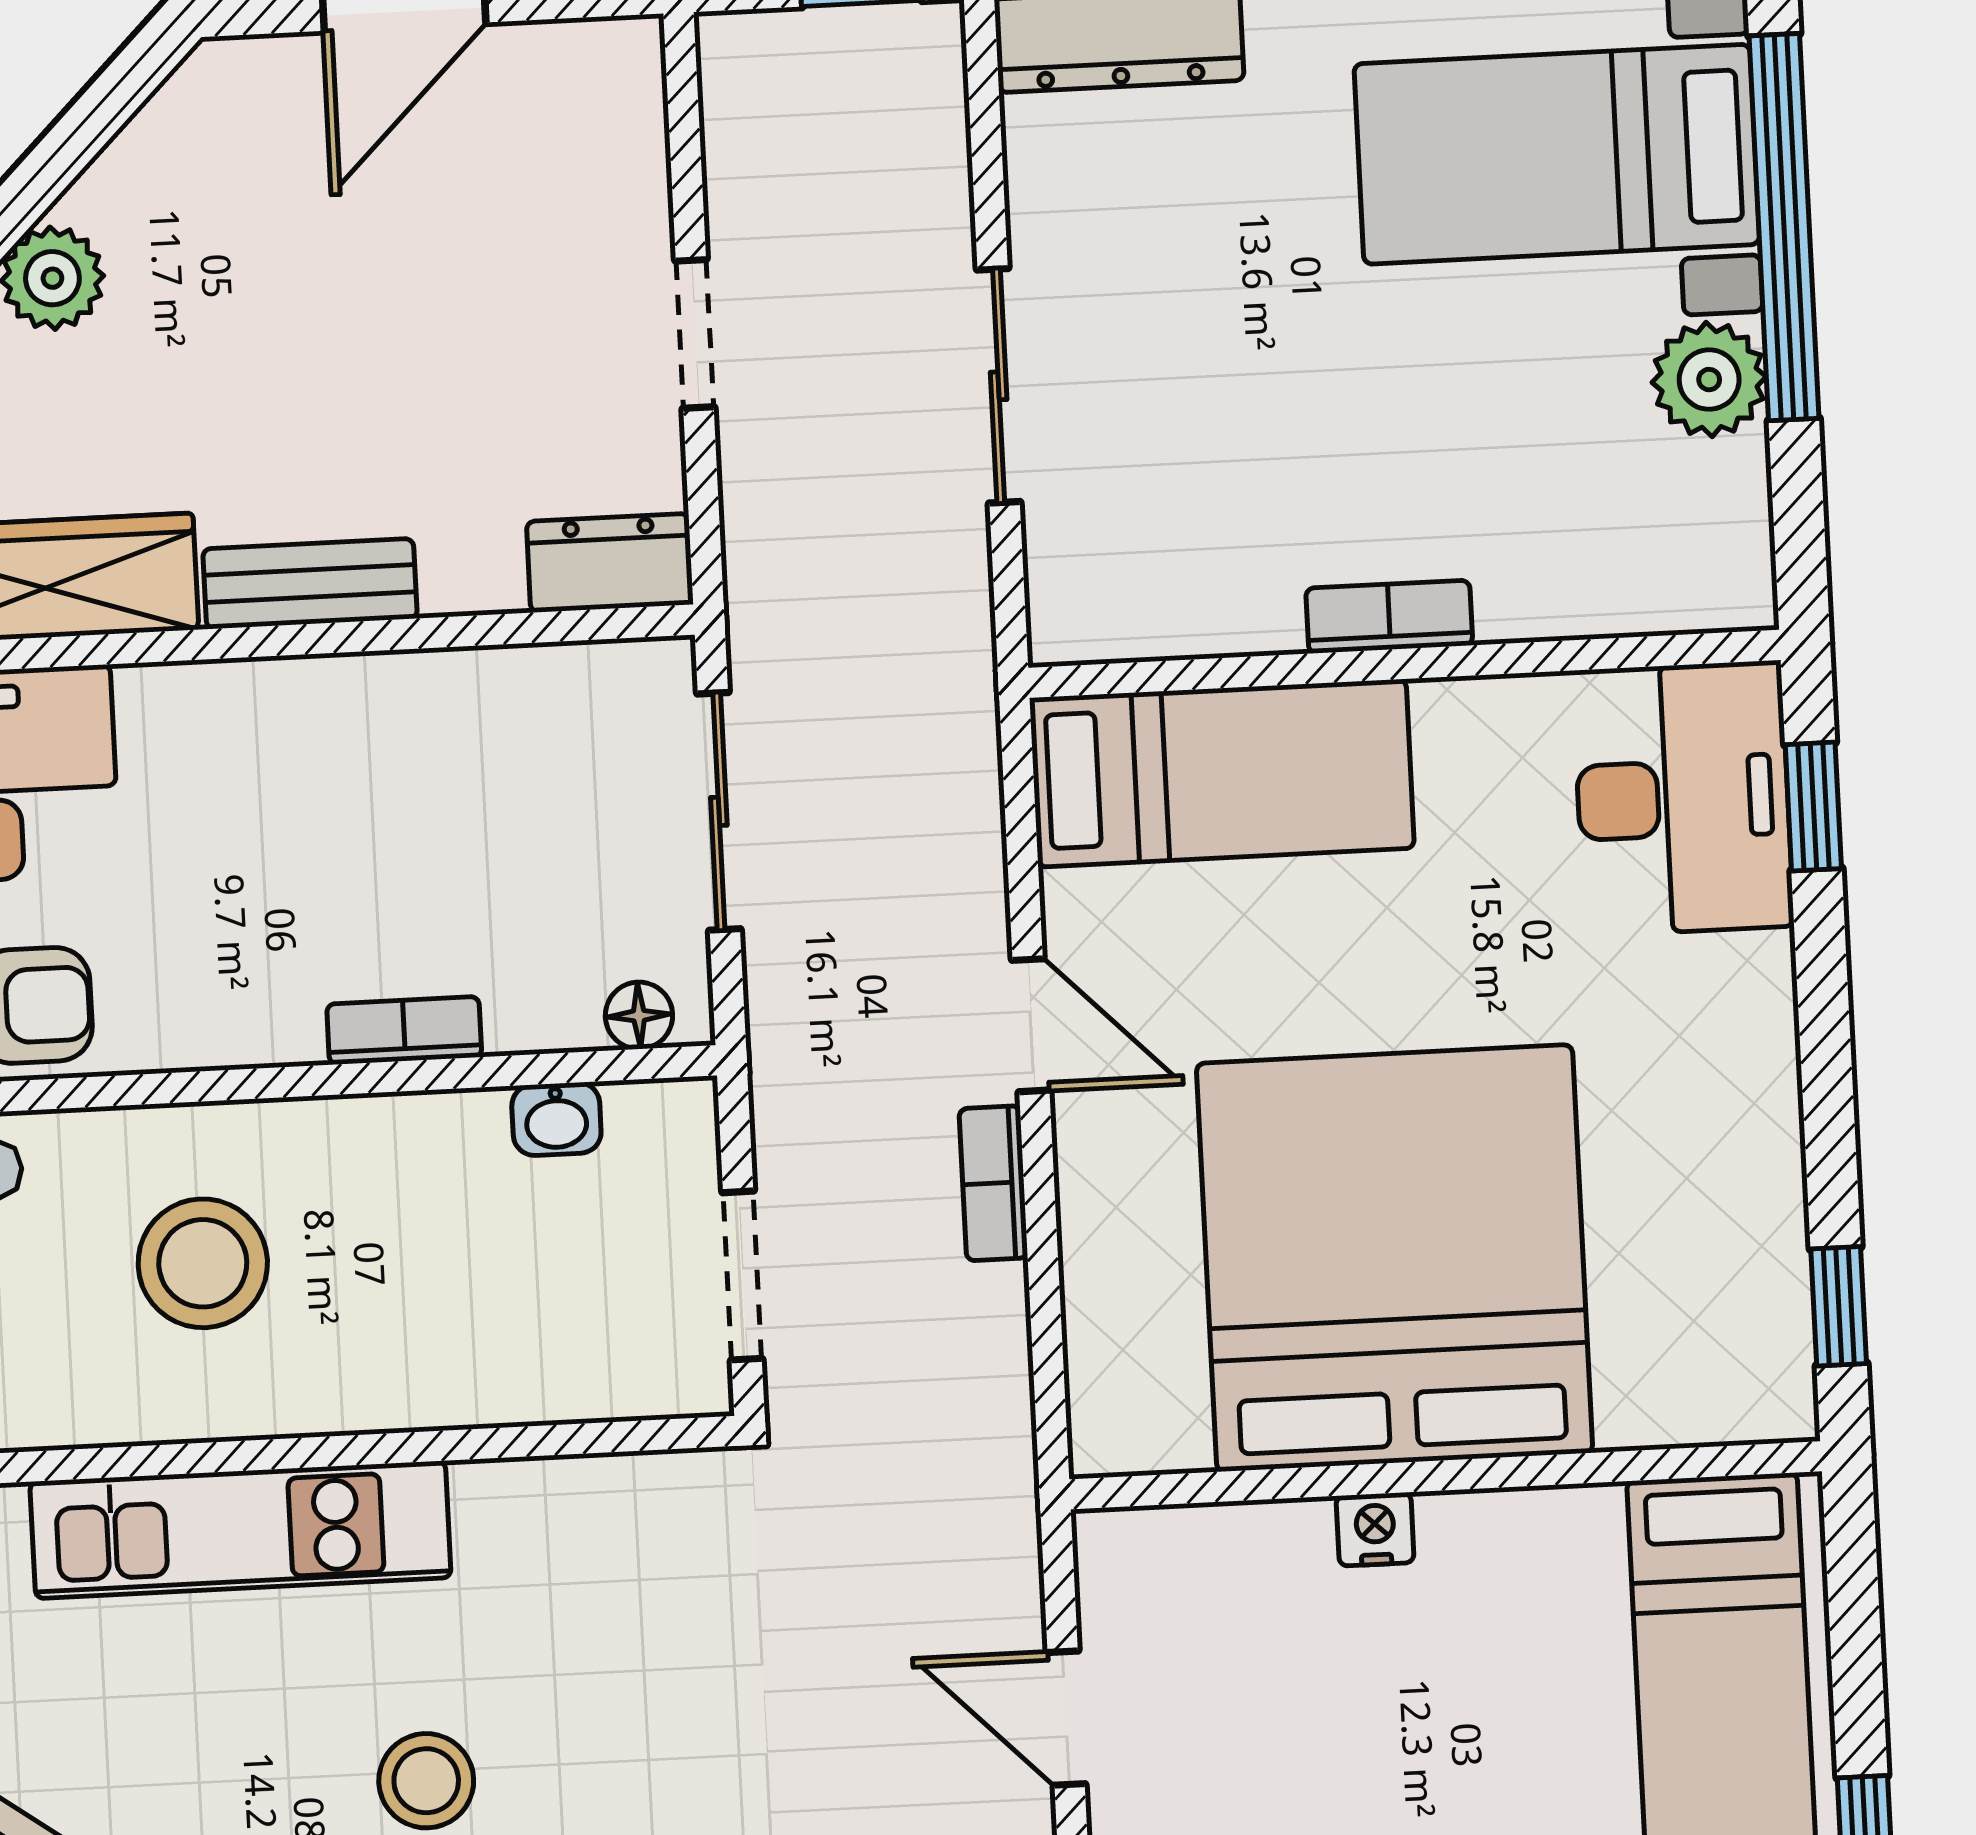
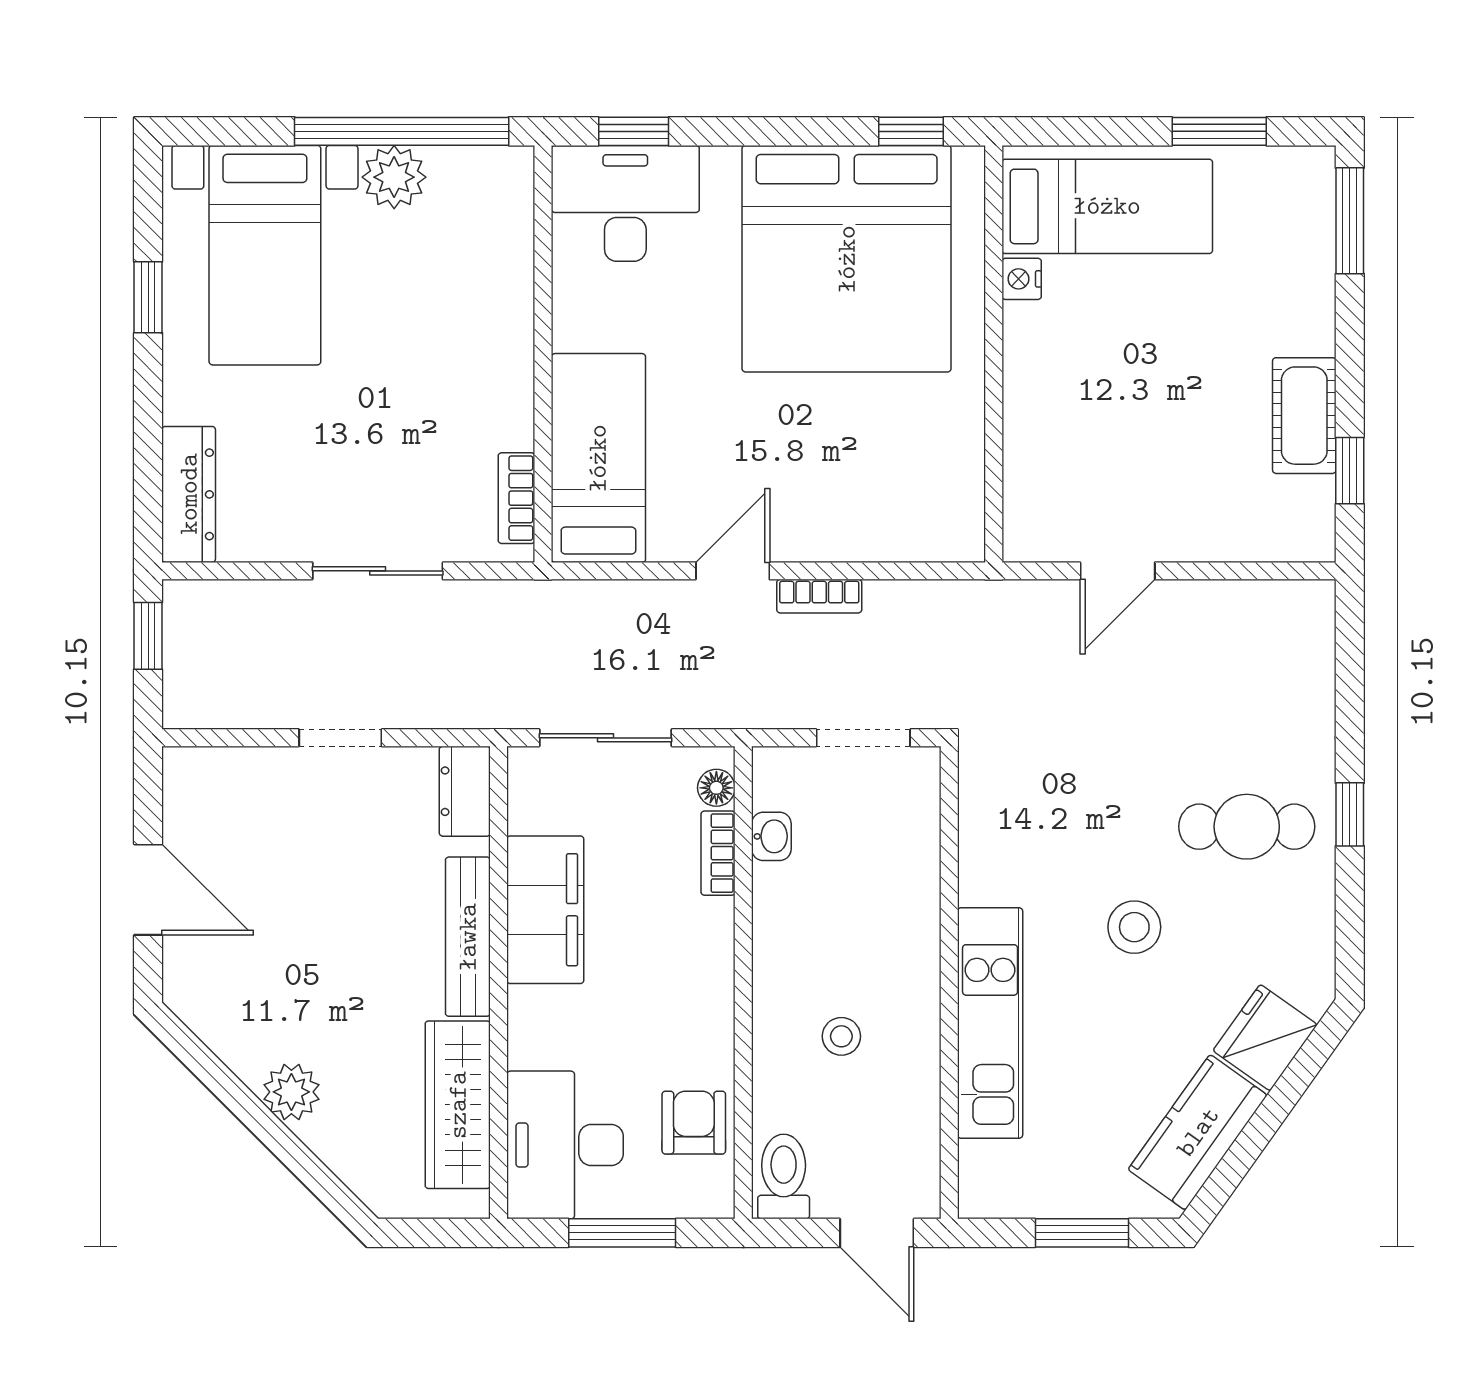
window: (1784, 227) -> (402, 131), moved
bench: (310, 584) -> (468, 937), width x1.36
bookcase: (1389, 617) -> (517, 498), moved
filing cabinet: (404, 719) -> (545, 910), added
bookcase: (404, 1031) -> (718, 853), moved
bed: (1395, 1258) -> (847, 259), moved, turned -90
stool: (203, 1263) -> (841, 1036), width x0.53, depth x0.53
nightstand: (1375, 1529) -> (1022, 279), moved

